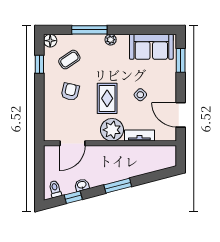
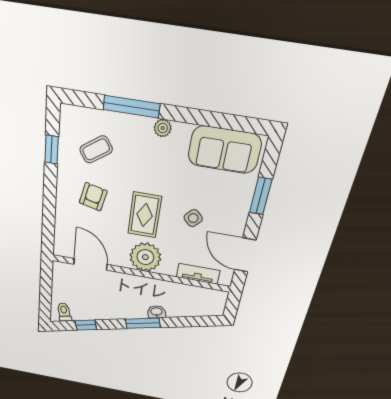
floor lamp: (50, 41) -> (69, 115), removed
window: (181, 60) -> (261, 196), moved
tv unit: (139, 135) -> (198, 274), moved
door: (73, 143) -> (90, 264), swing flipped
washbasin: (82, 185) -> (156, 312), moved

